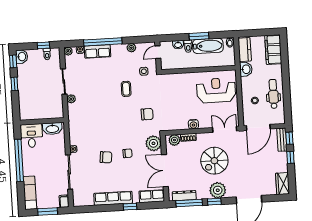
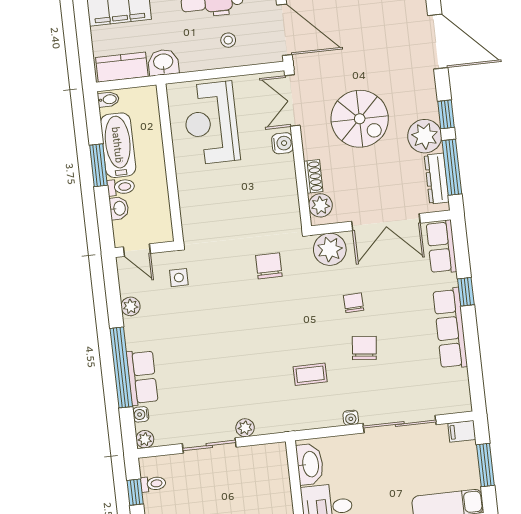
coffee table: (126, 89) -> (310, 374), moved
water cooler: (193, 124) -> (282, 143), moved
plant: (218, 190) -> (425, 136), moved

